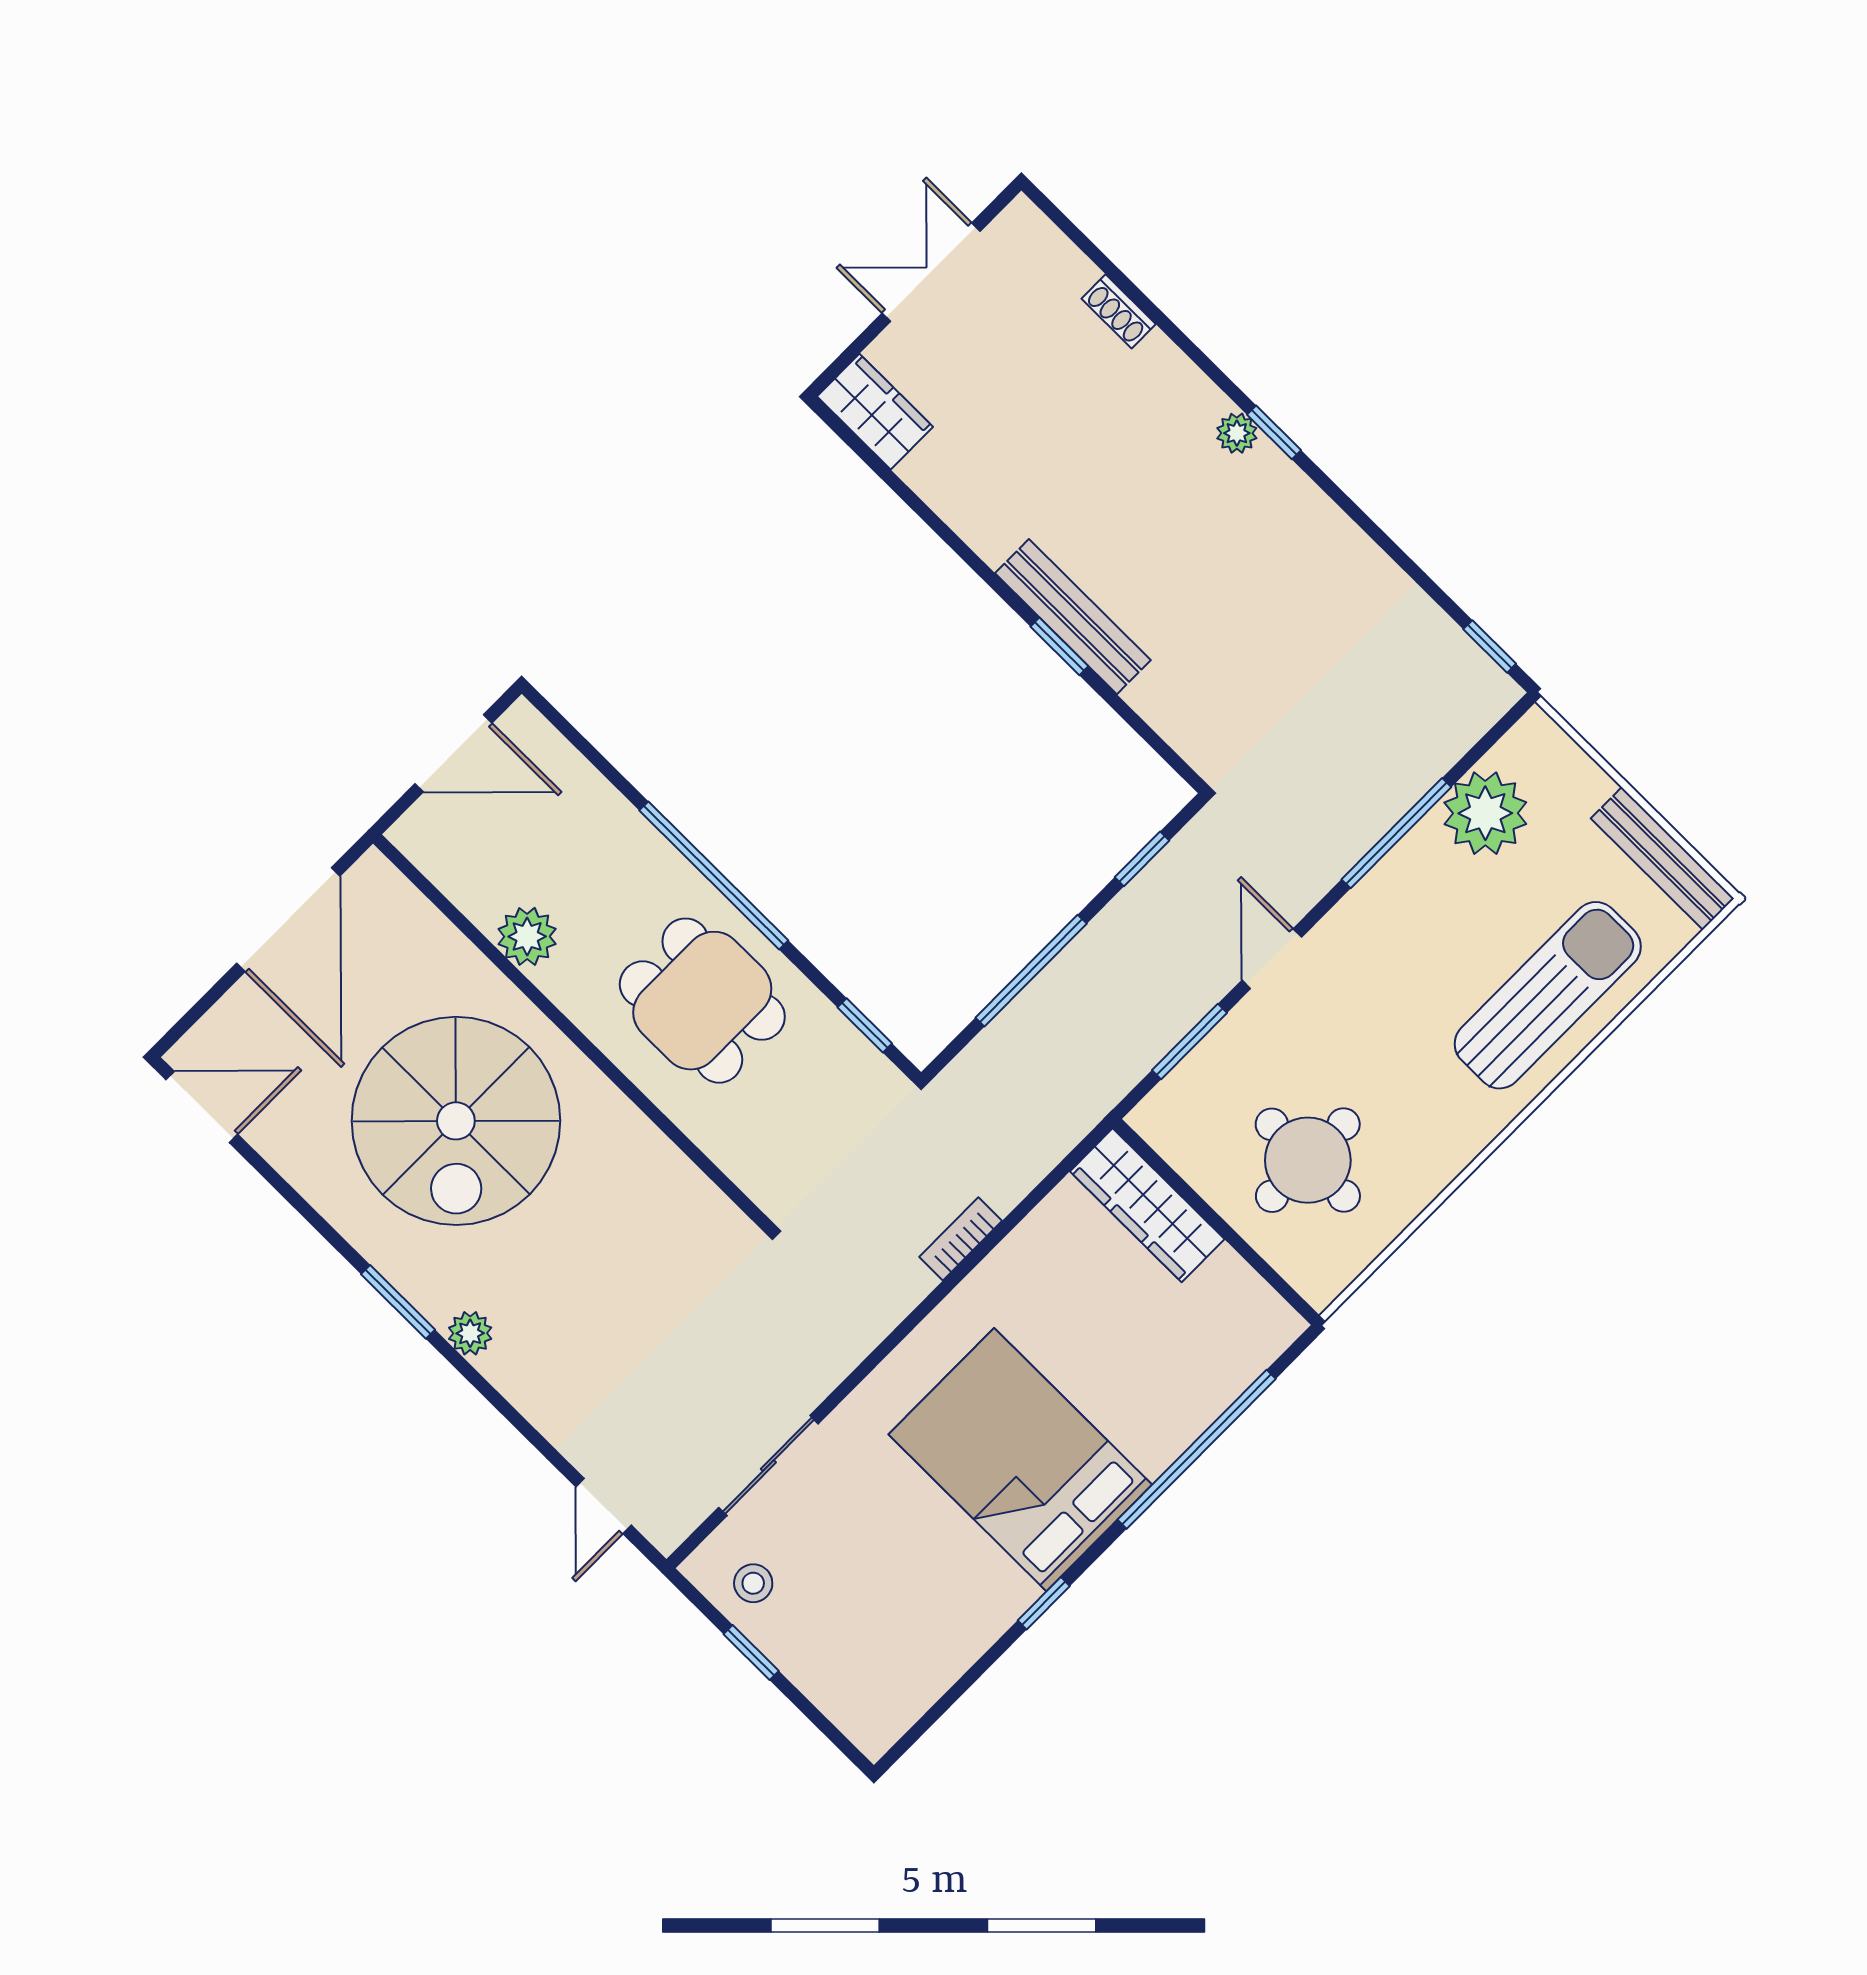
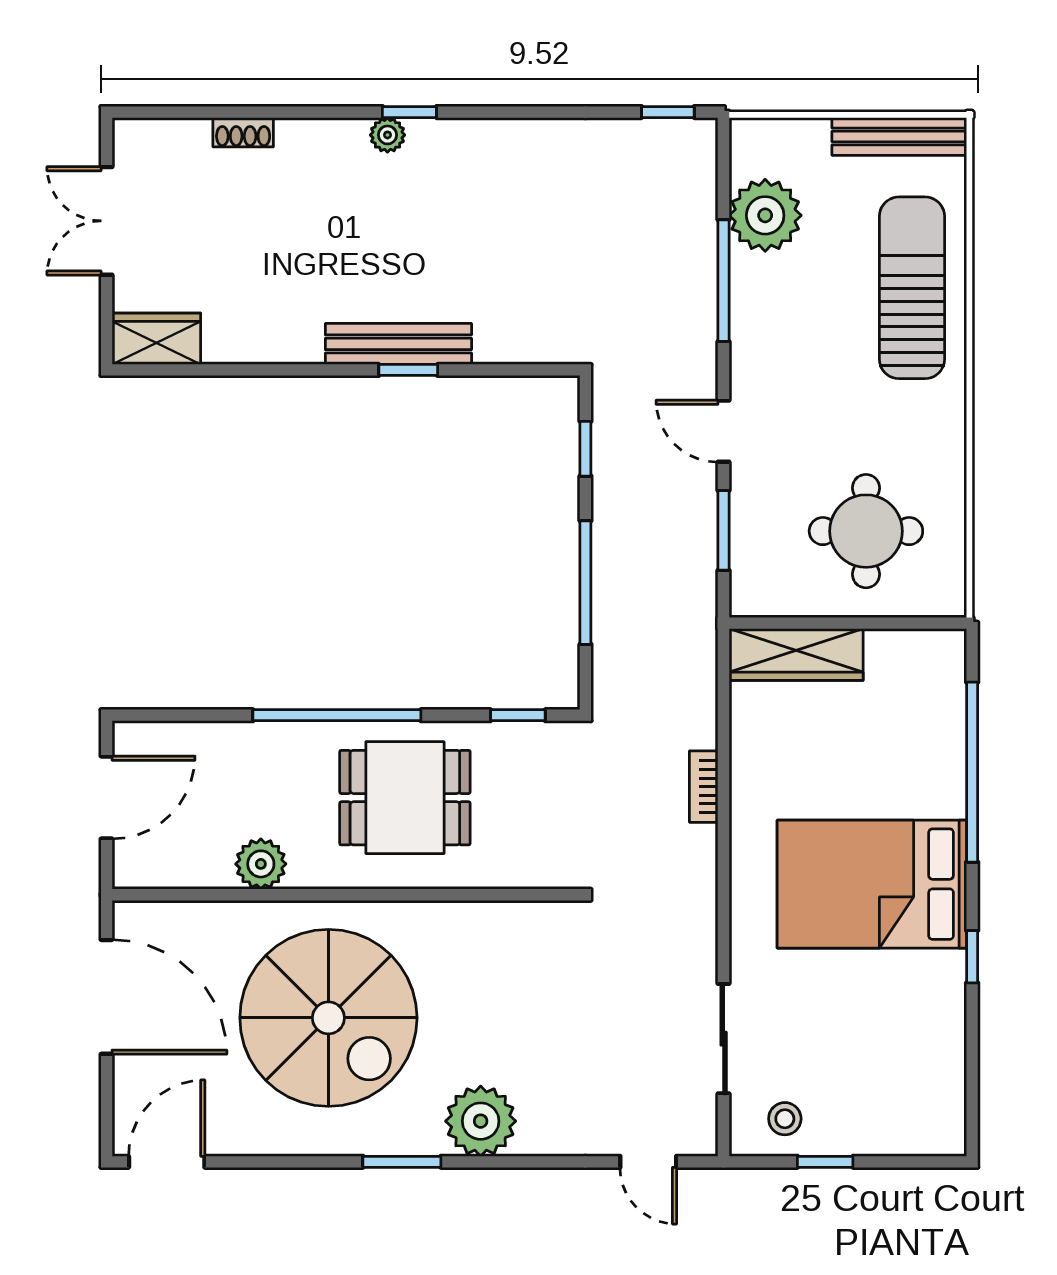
plant: (470, 1333) -> (481, 1121), width x1.87, depth x1.87

